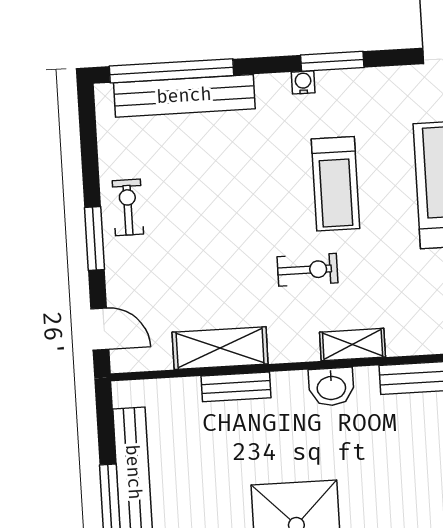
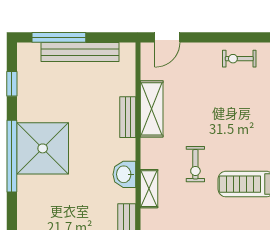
exercise bike: (128, 207) -> (239, 59), turned 180
window: (94, 239) -> (222, 37), removed

